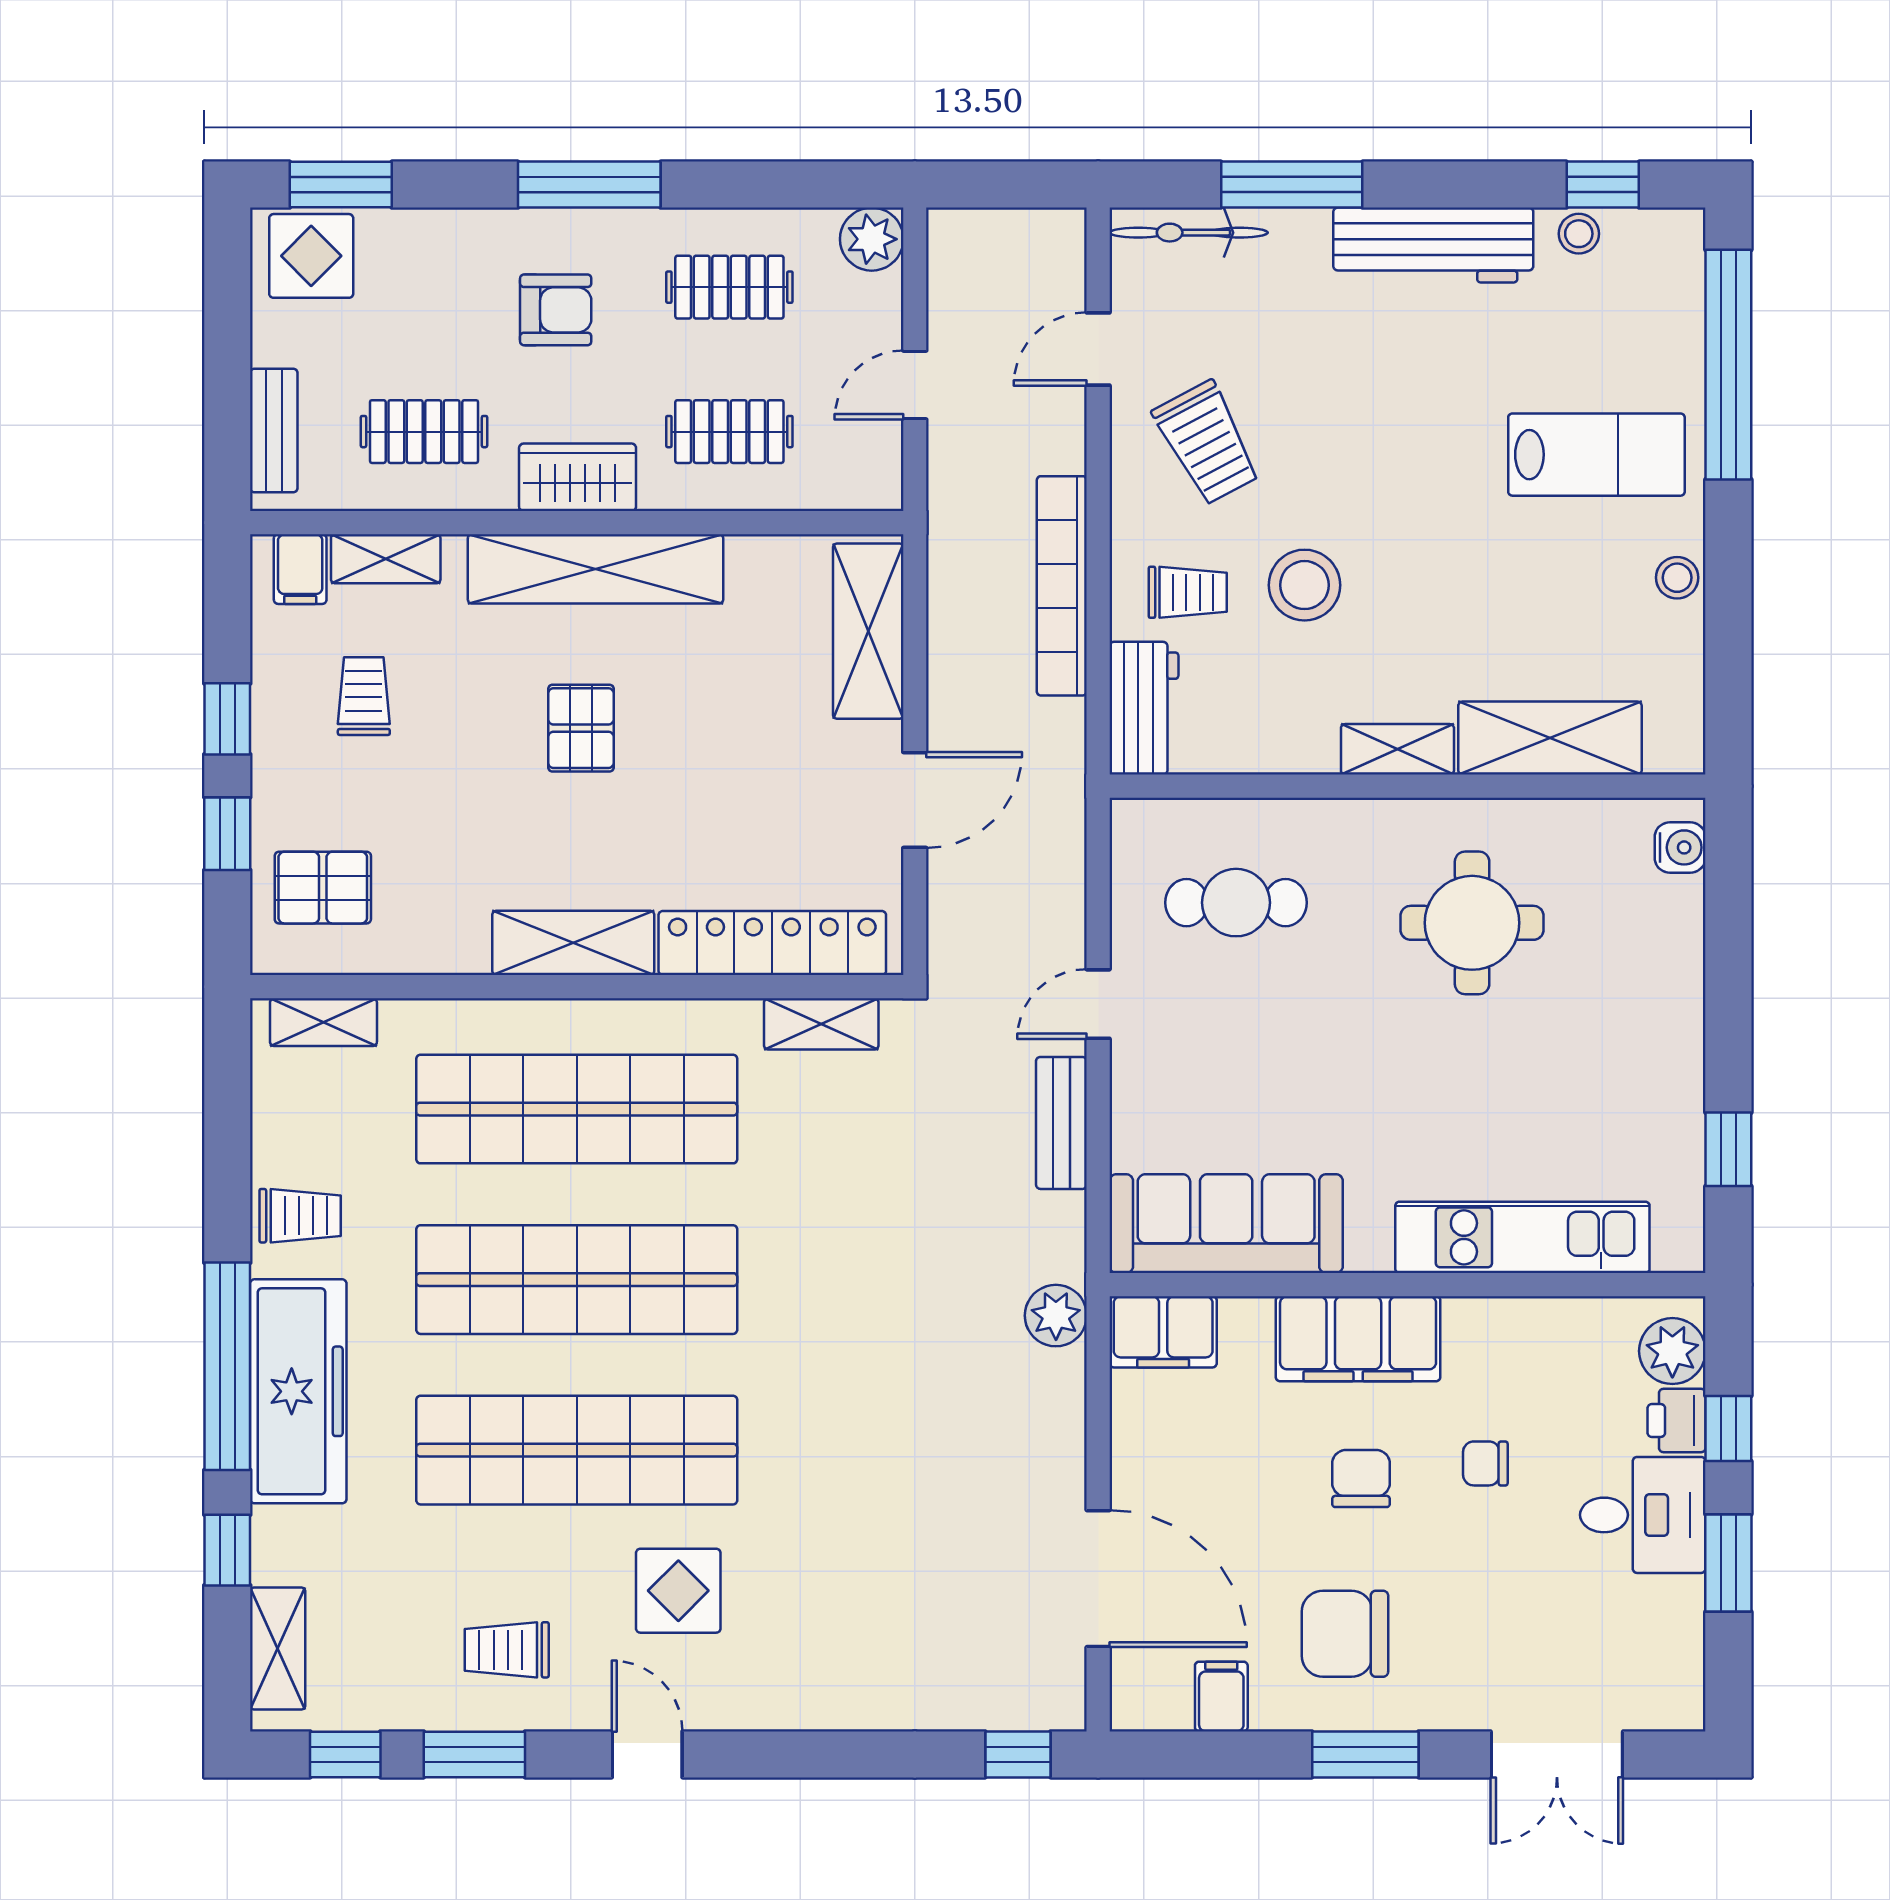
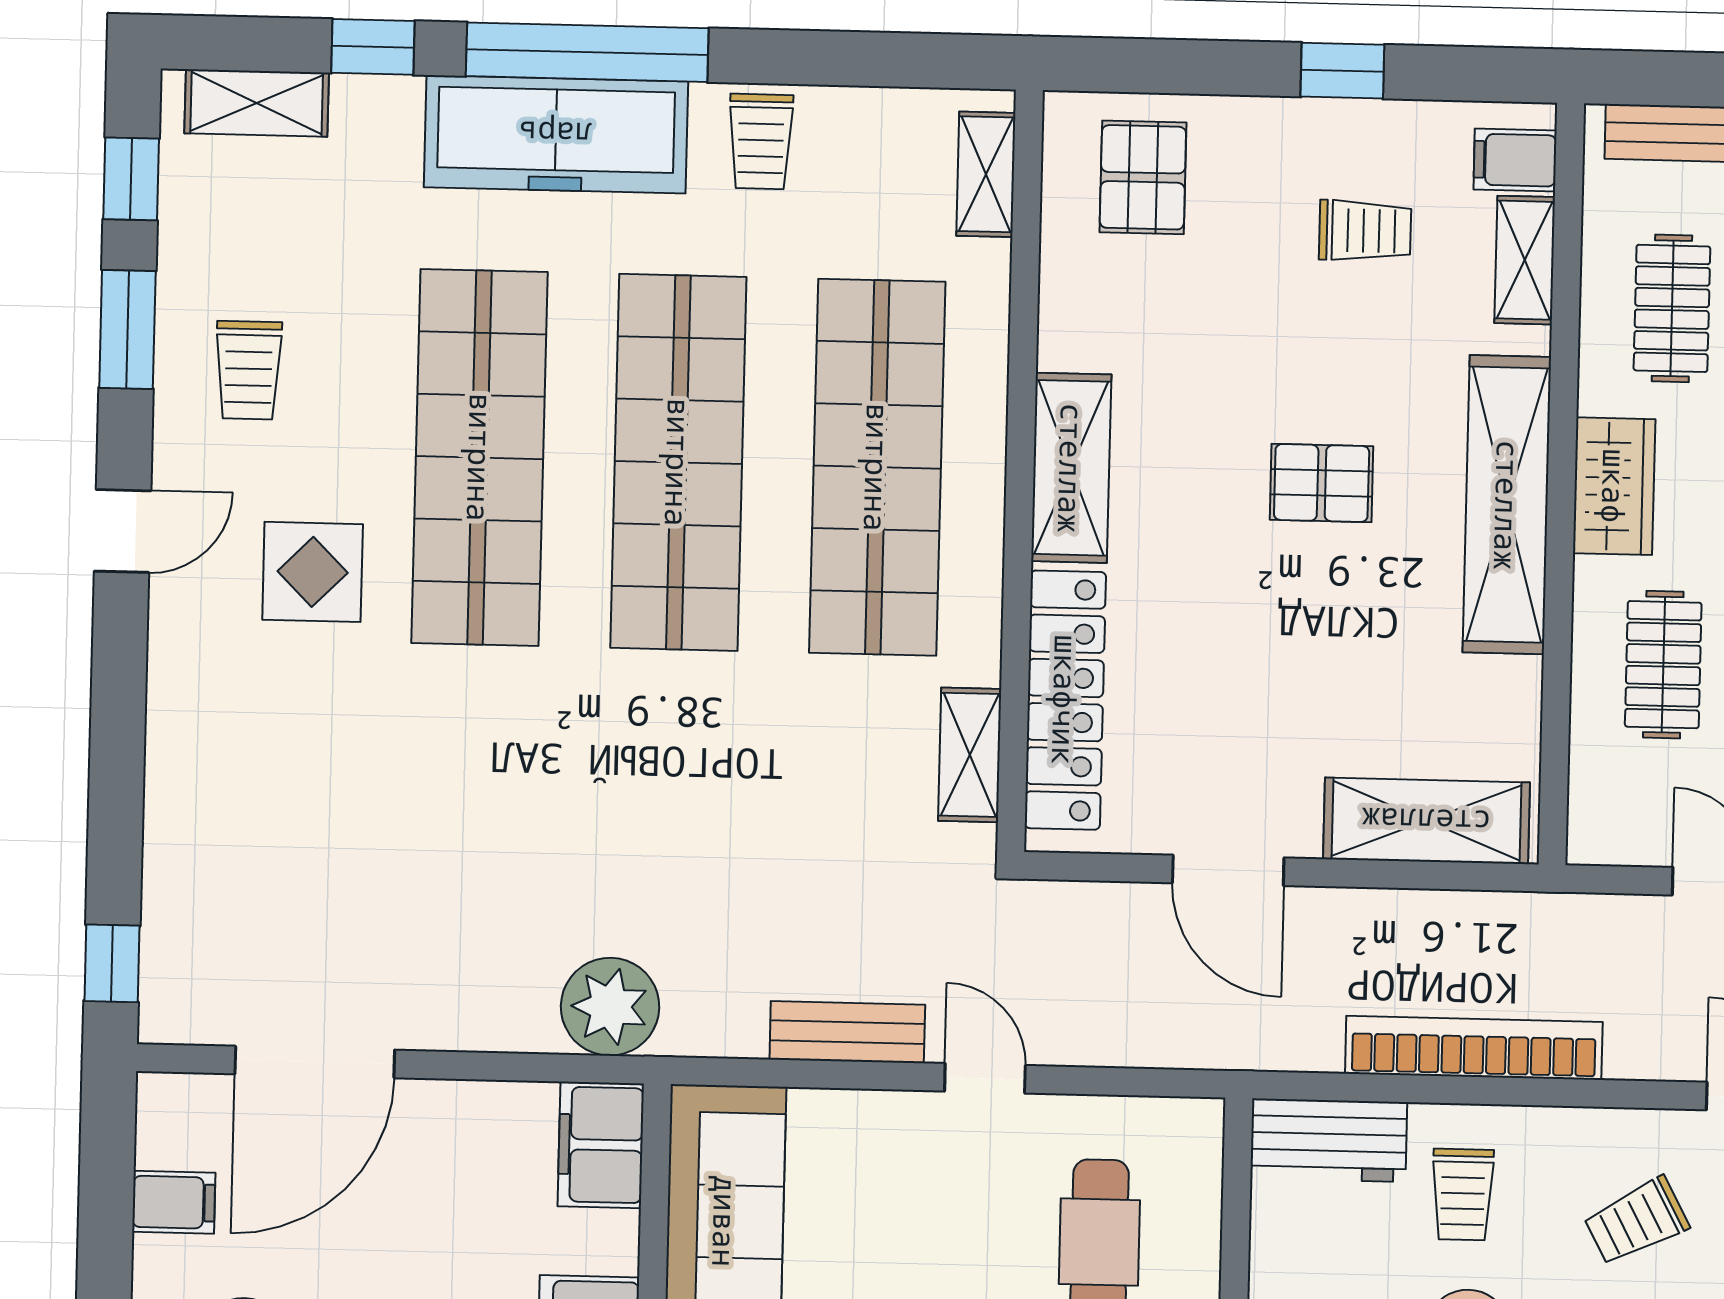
trolley: (1207, 443) -> (1636, 1221), width x0.73, depth x0.72
window: (227, 834) -> (1208, 67), removed
plant: (1056, 1316) -> (610, 1007), width x1.36, depth x1.36
trolley: (507, 1650) -> (249, 370), turned 180

